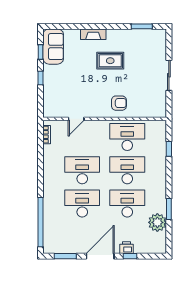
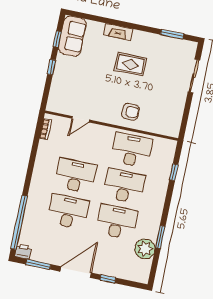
sliding door: (169, 75) -> (194, 76), moved
printer: (126, 248) -> (23, 252), moved

